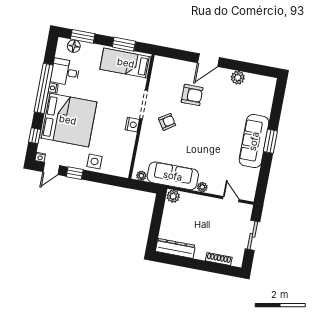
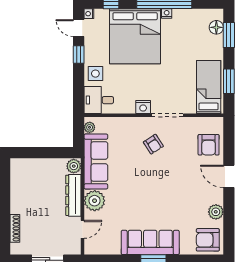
desk: (65, 72) -> (99, 100), moved, turned -90
armchair: (261, 89) -> (208, 240), added
armchair: (192, 95) -> (209, 145), moved
plant: (202, 187) -> (95, 201), width x1.88, depth x1.88
dresser: (175, 248) -> (73, 195), moved, turned 180

